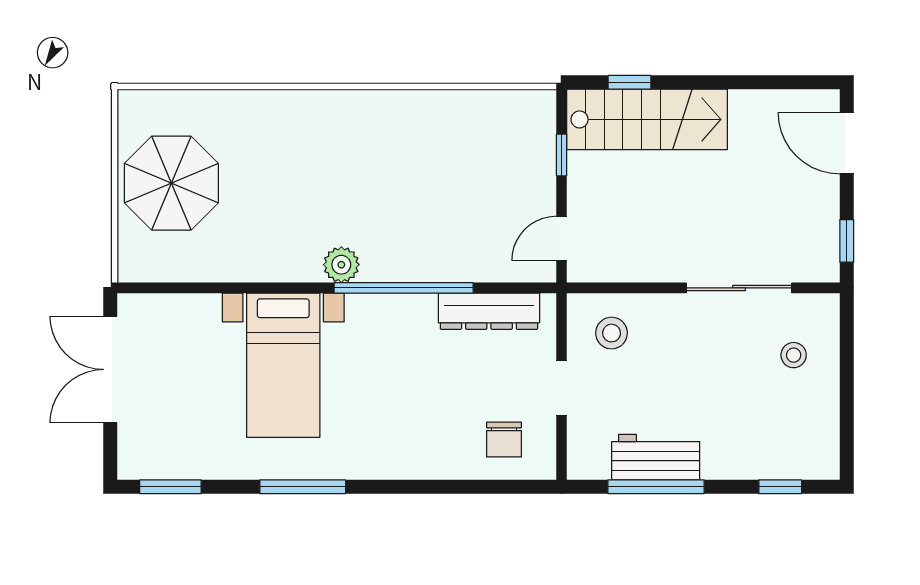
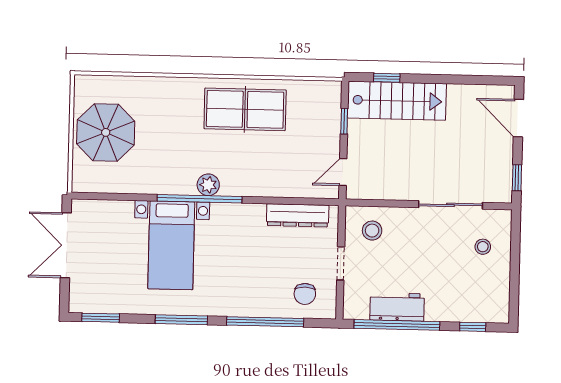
table tennis table: (399, 140) -> (245, 109), added
window: (404, 288) -> (200, 199), moved
window: (440, 487) -> (265, 322), added
window: (656, 487) -> (397, 325), width x1.46

